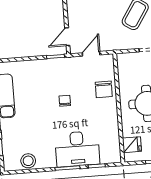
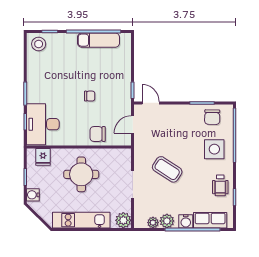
door: (91, 54) -> (133, 124), swing flipped
desk: (77, 149) -> (43, 124), moved
stool: (28, 161) -> (39, 44), moved

